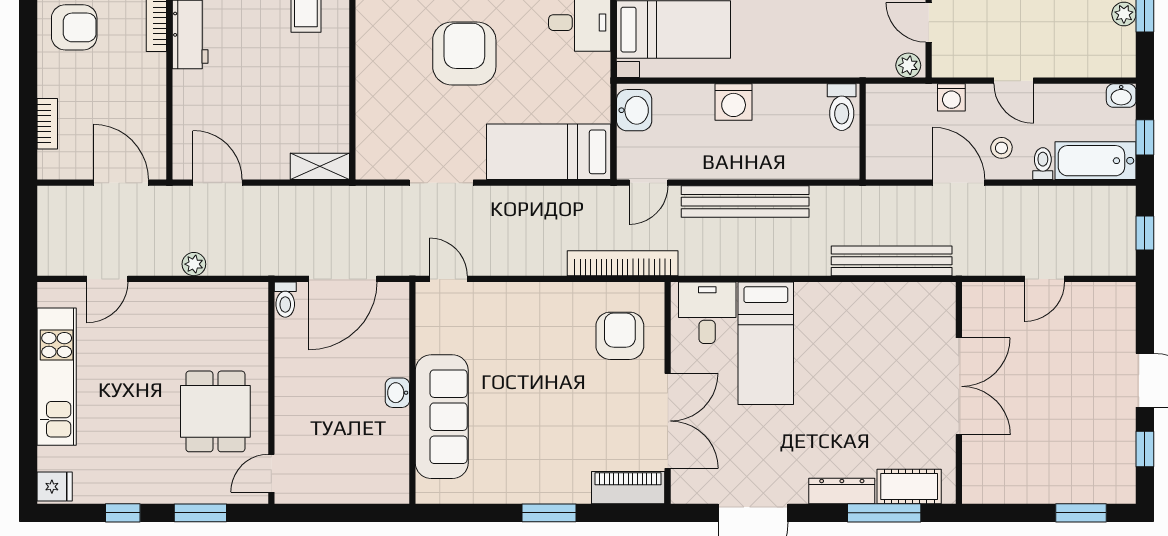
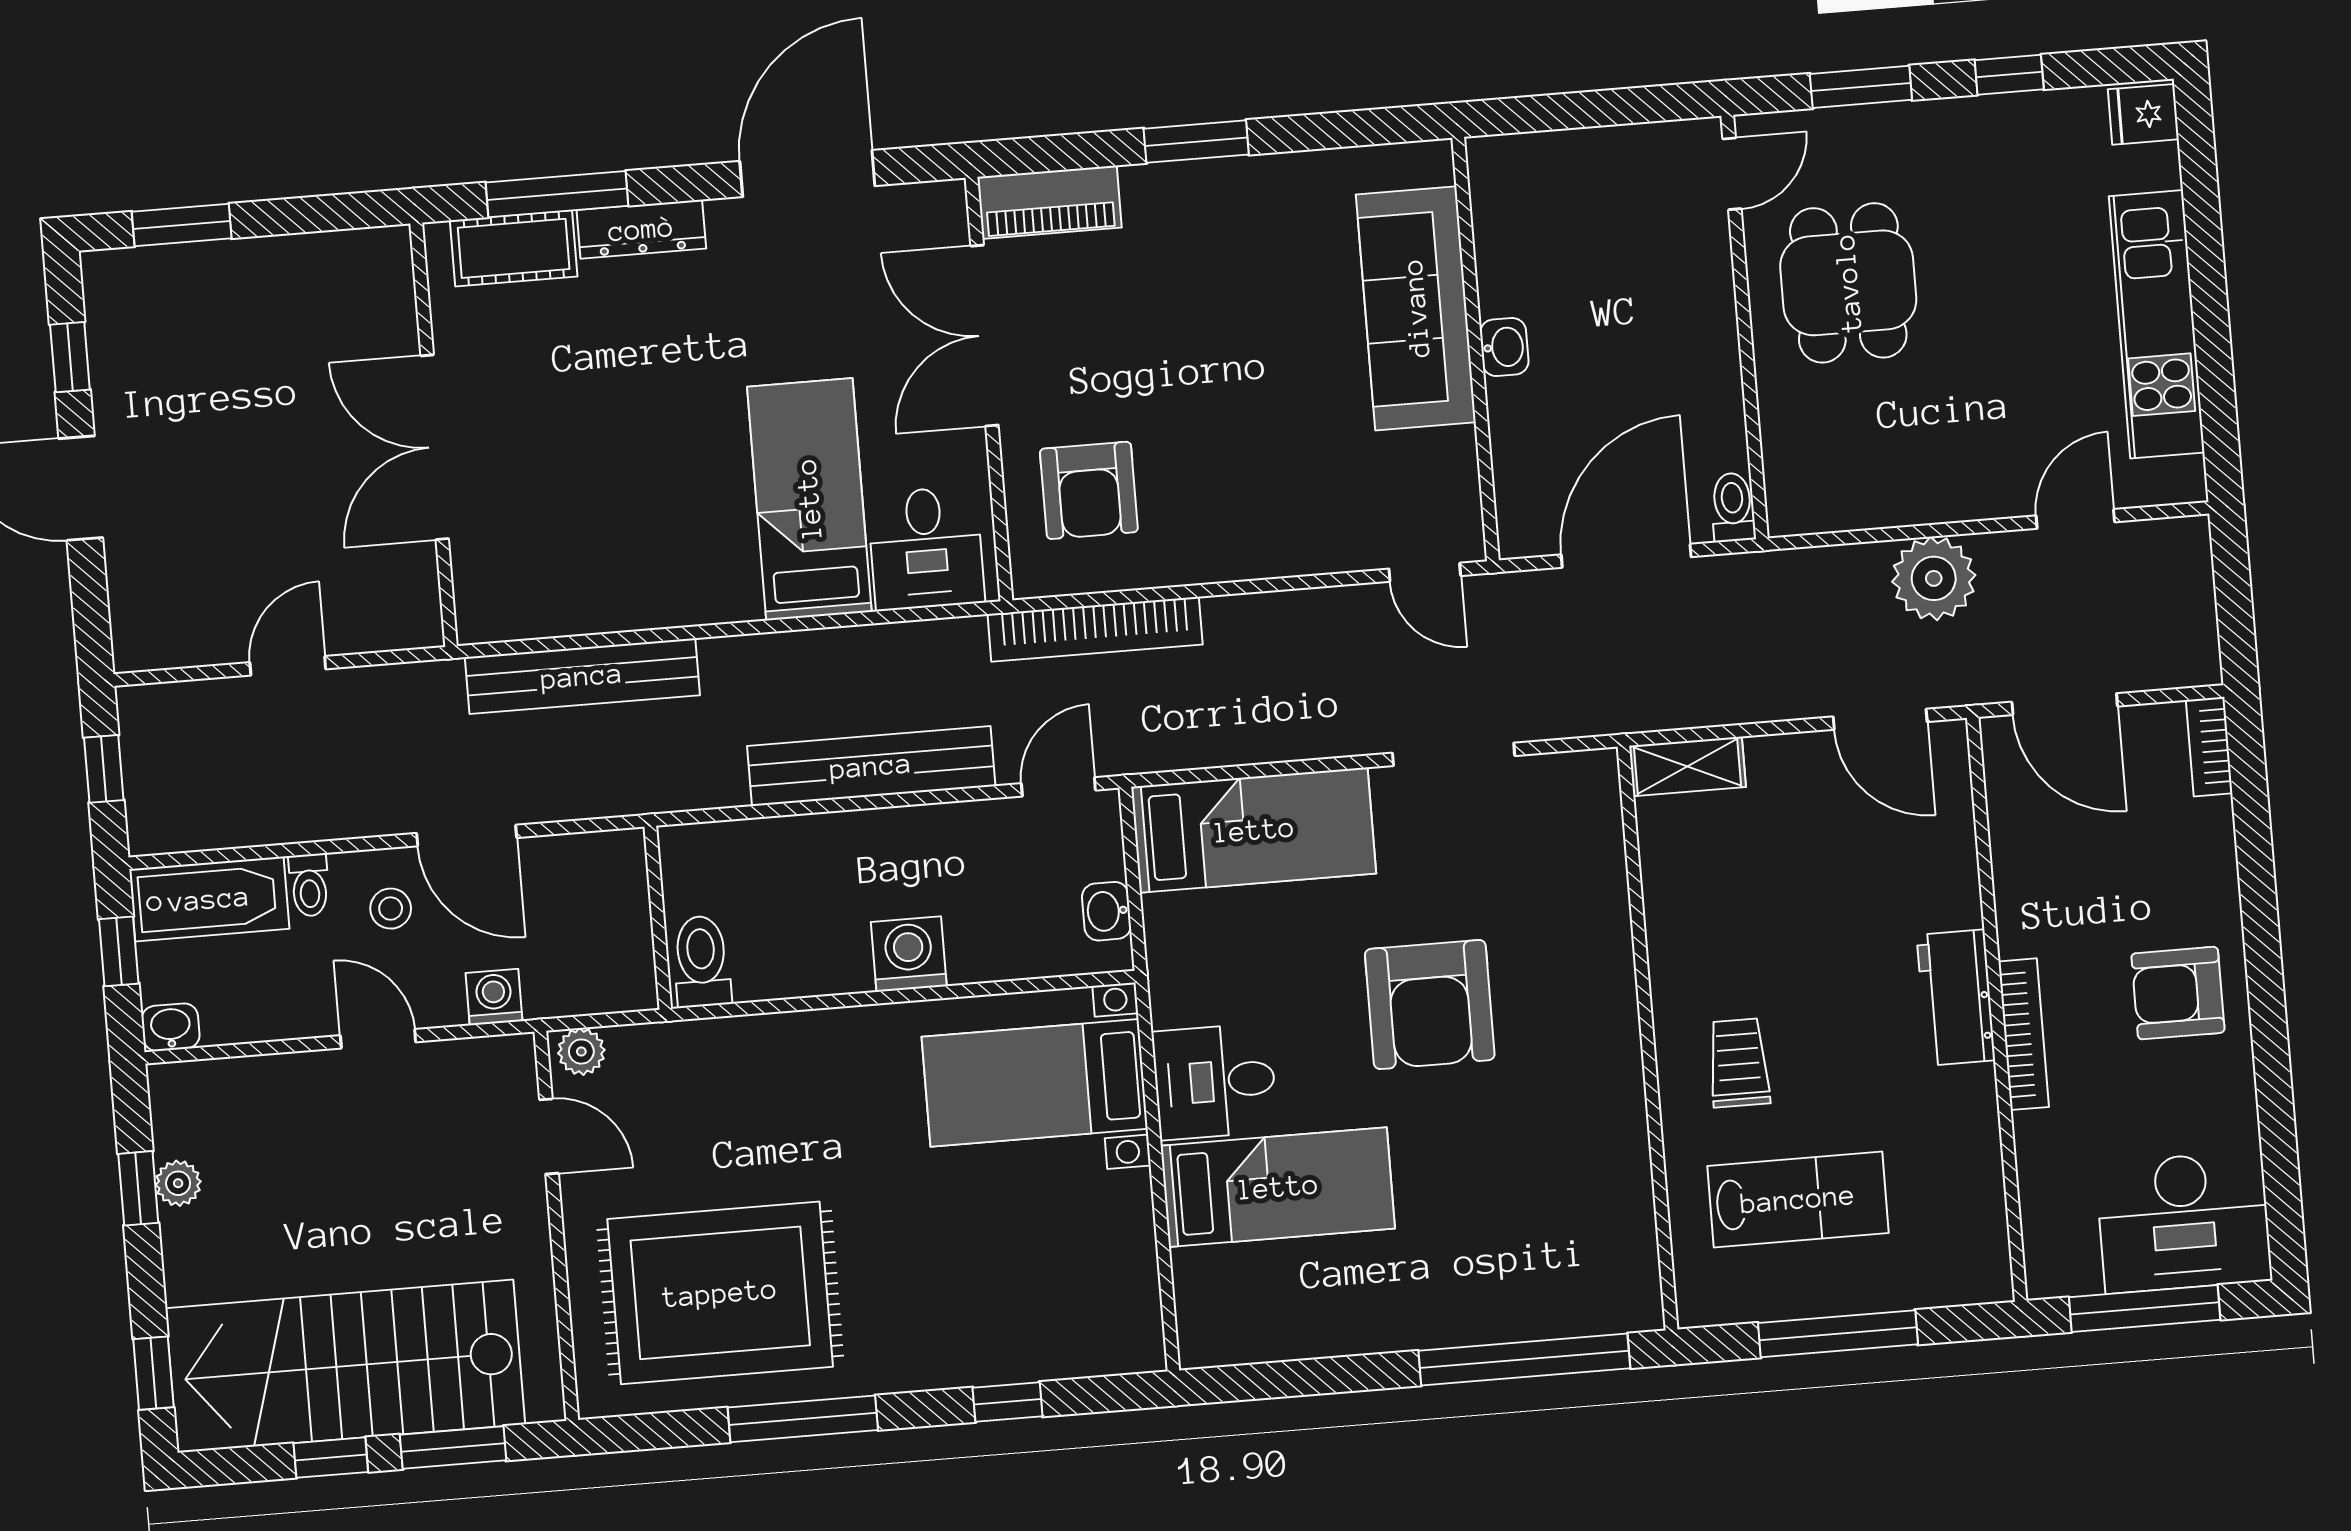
washbasin: (634, 110) -> (1107, 911), width x0.72, depth x0.69
bookcase: (47, 124) -> (2209, 747), moved
plant: (194, 264) -> (1934, 578), width x1.87, depth x1.87

